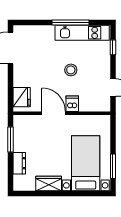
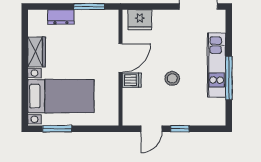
kitchen unit: (82, 33) -> (217, 65), moved
window: (113, 47) -> (180, 129), moved

